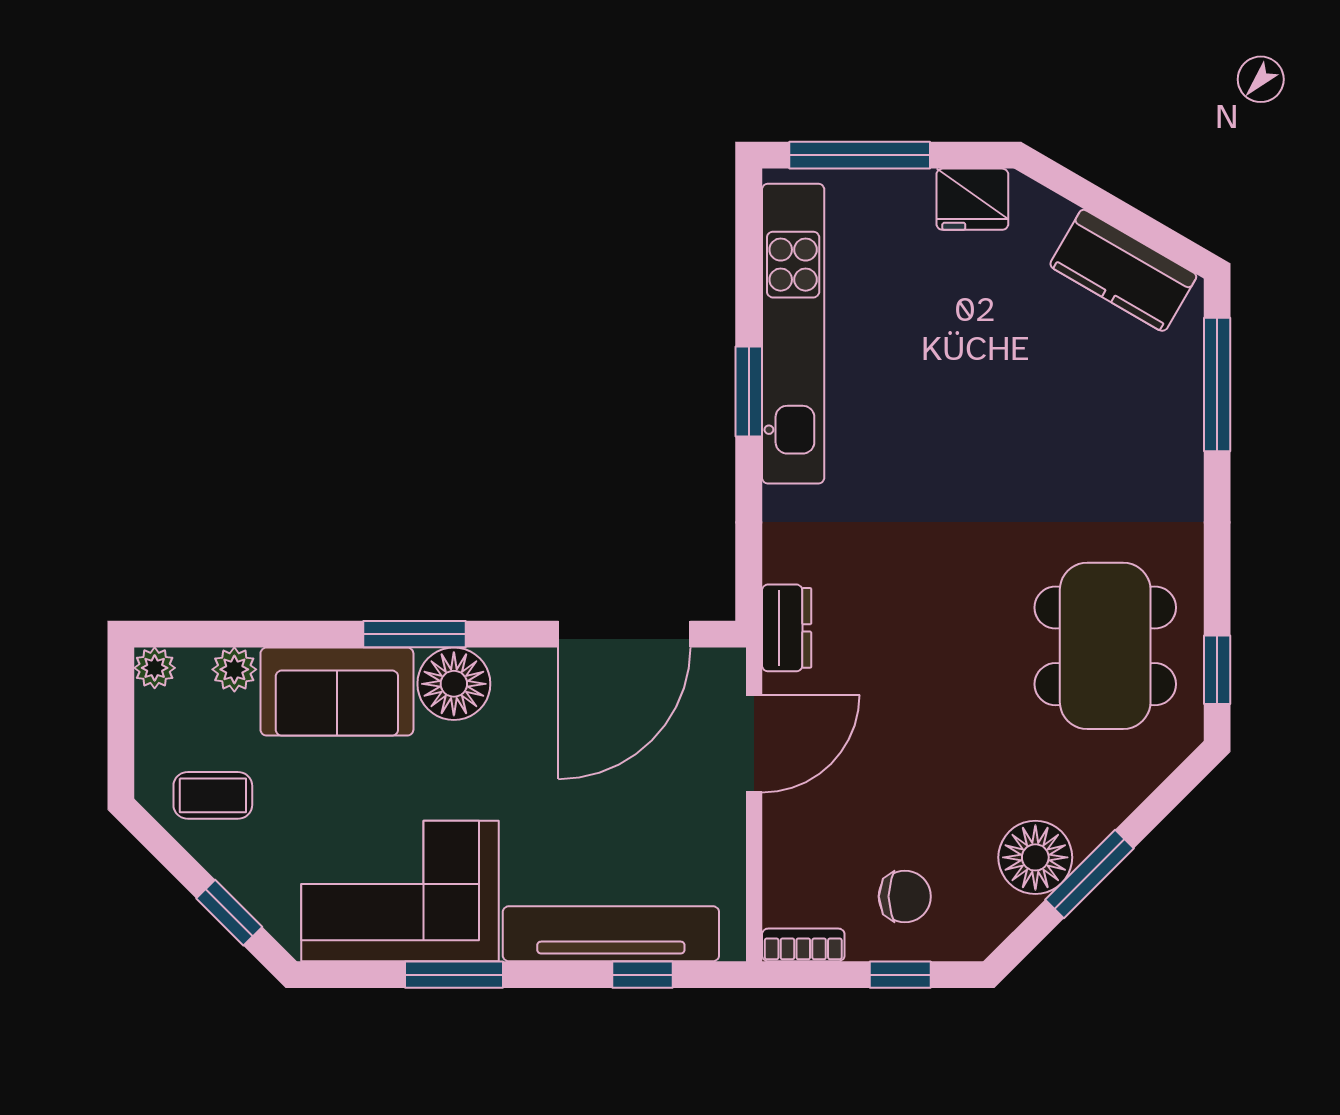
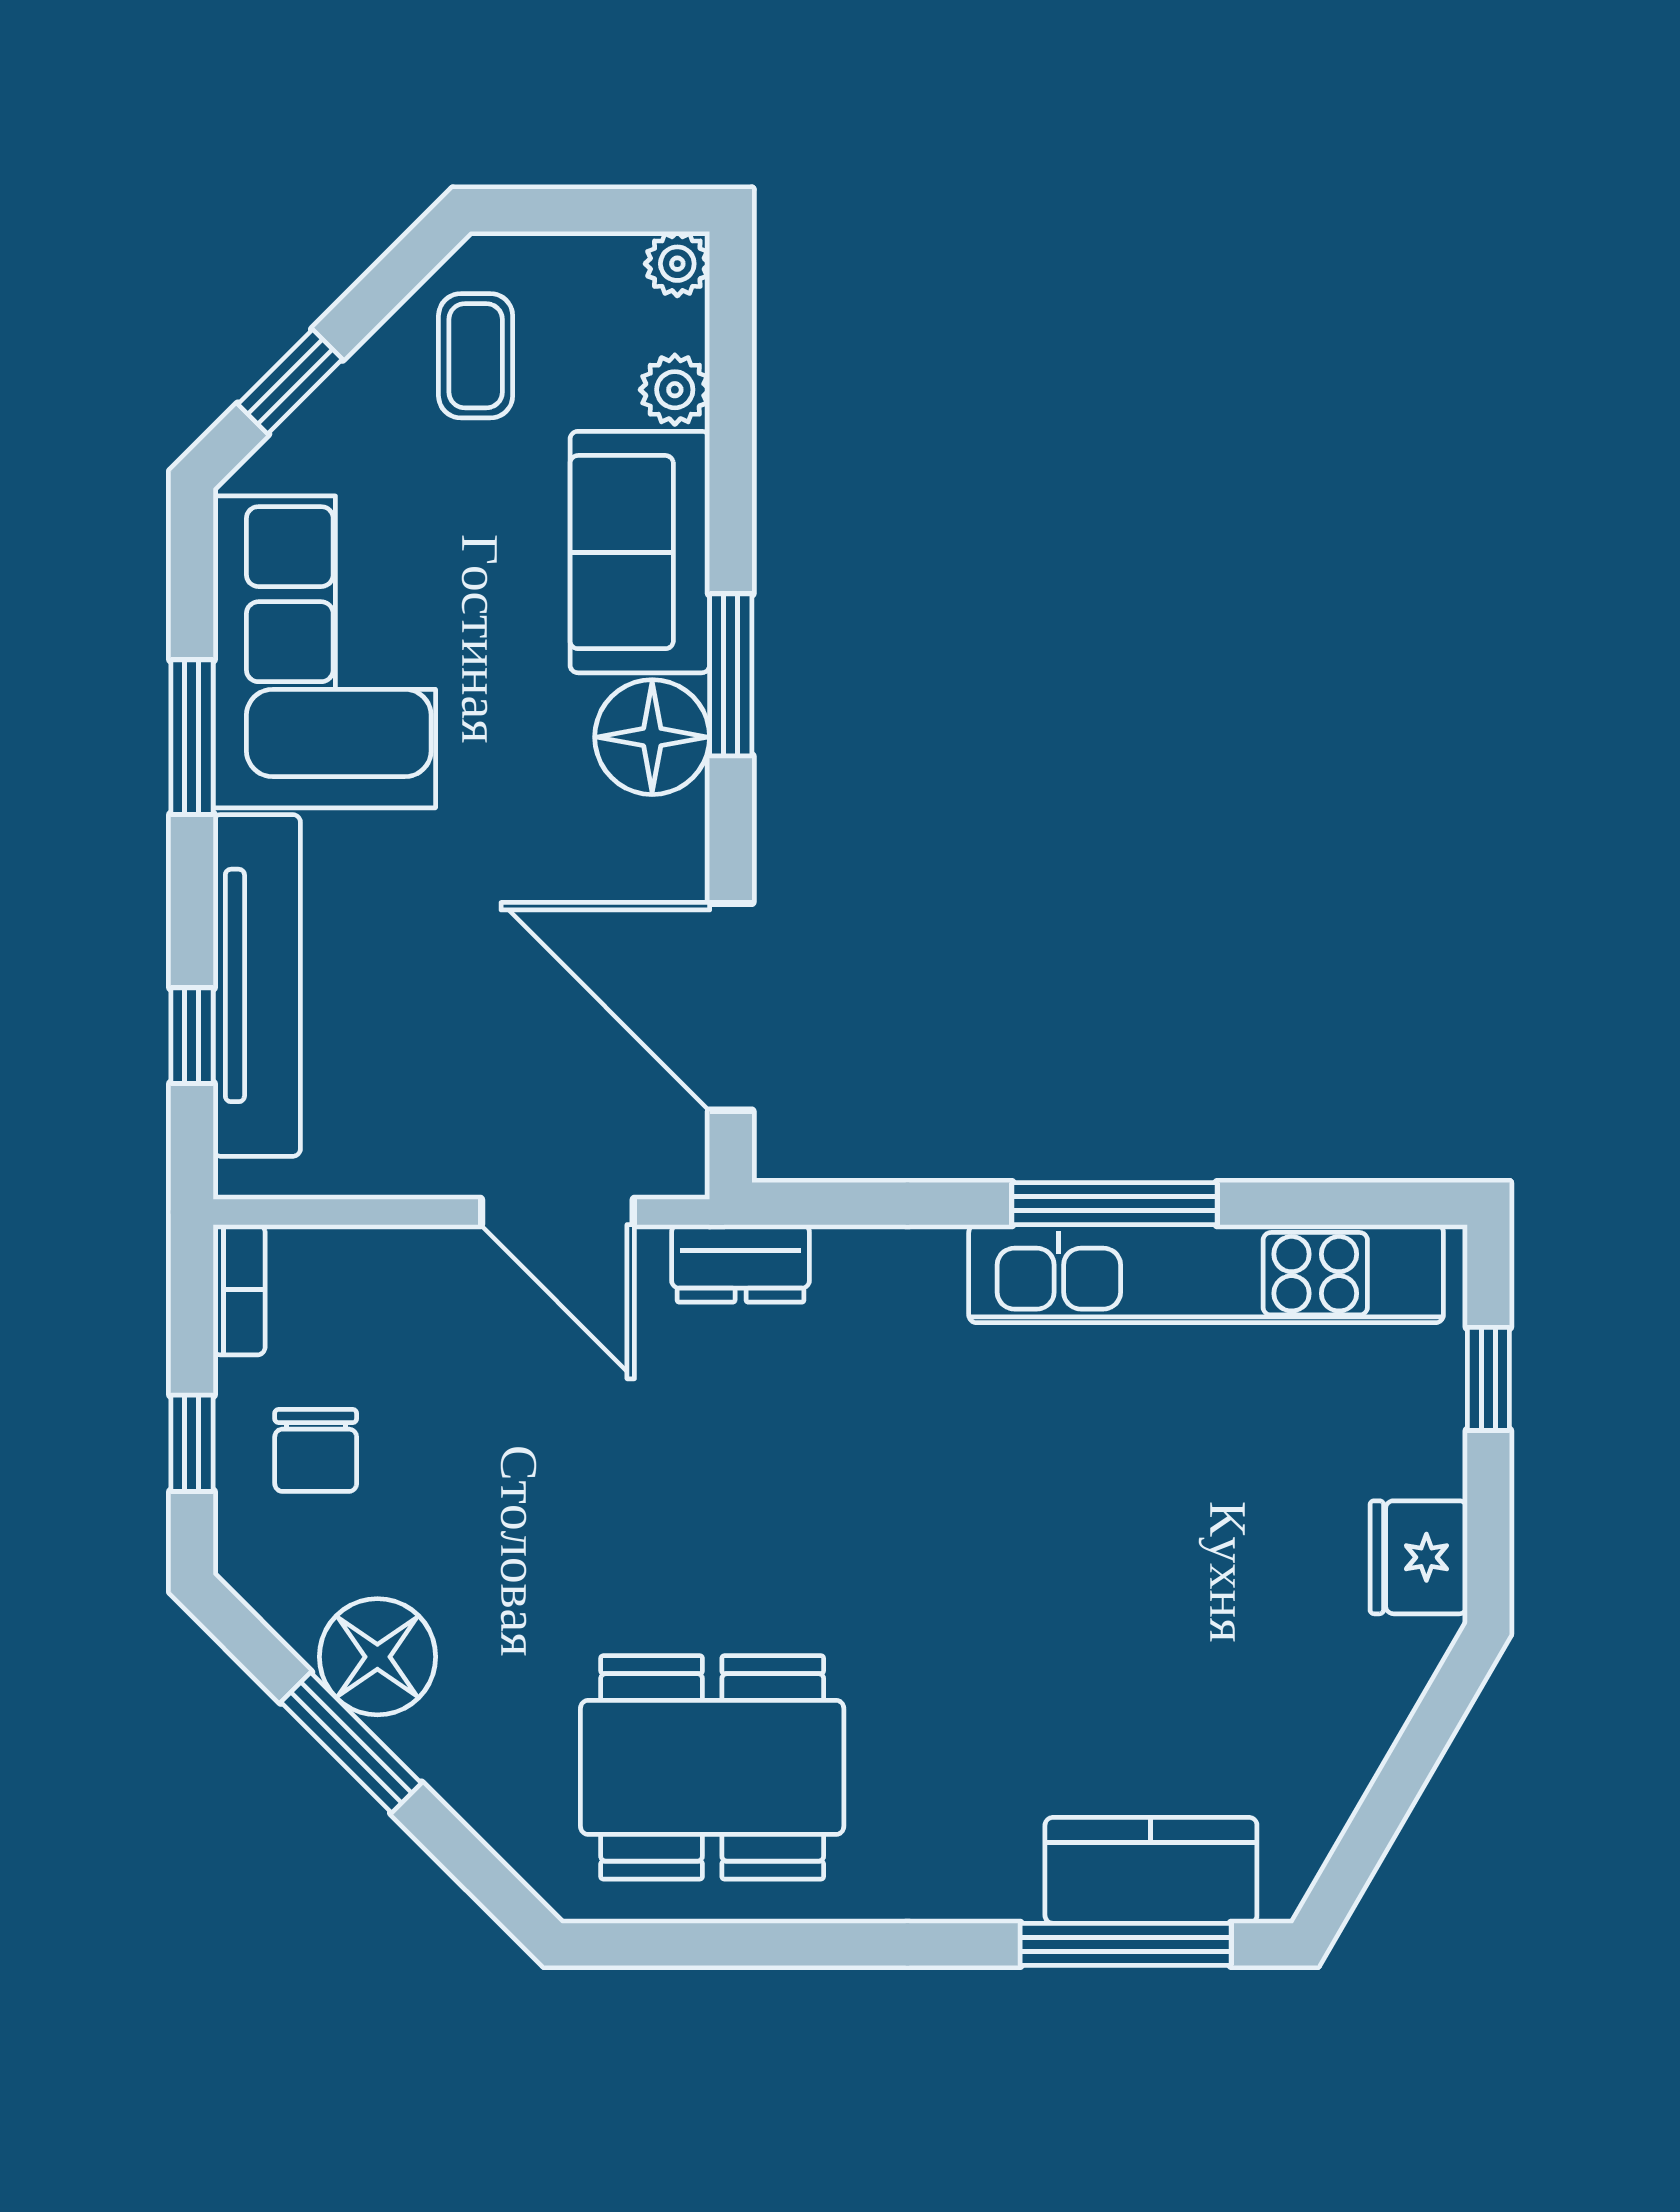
window: (860, 155) -> (1488, 1379), width x0.46
kitchen counter: (1123, 271) -> (1151, 1870), moved, turned 60
window: (749, 391) -> (1115, 1204), width x1.44
window: (1217, 670) -> (674, 1944), removed

